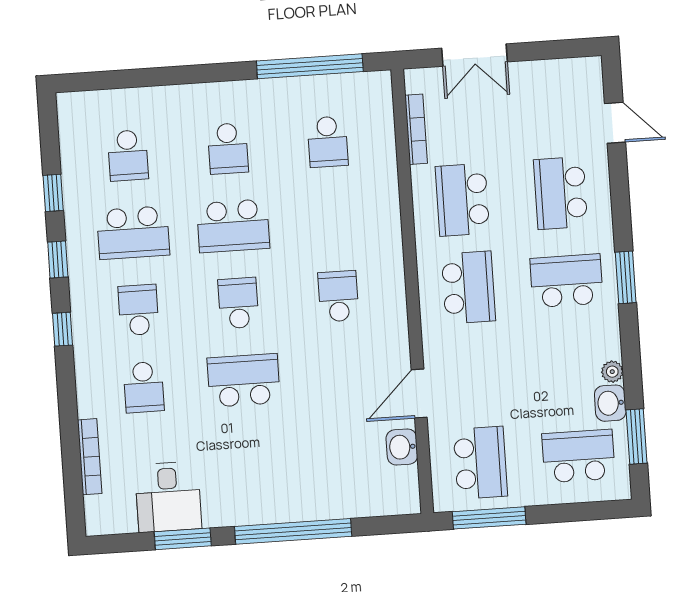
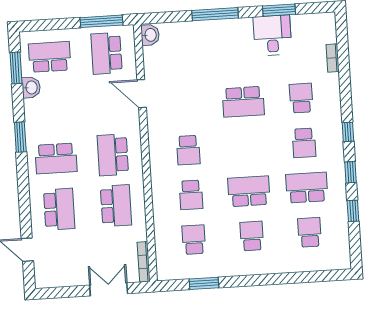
window: (310, 66) -> (204, 283), width x0.47
bookcase: (416, 129) -> (144, 262), moved
window: (626, 277) -> (20, 137), moved
school desk: (238, 303) -> (191, 195), moved
plant: (612, 372) -> (30, 106), removed
door: (419, 394) -> (142, 94), swing flipped
washbasin: (402, 447) -> (150, 35), moved
school desk: (578, 456) -> (50, 57), turned 180
bookcase: (90, 457) -> (333, 58), width x0.64
desk: (168, 497) -> (272, 35), moved
window: (293, 531) -> (215, 14), width x0.68

